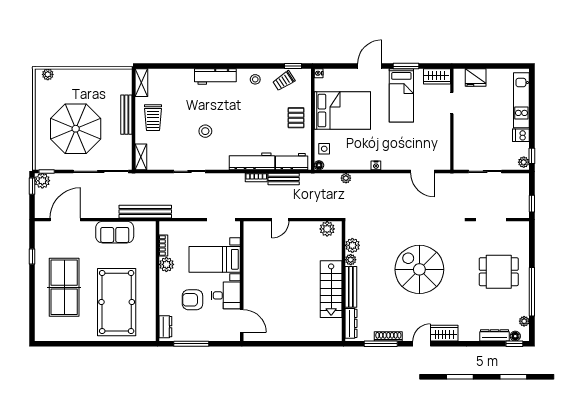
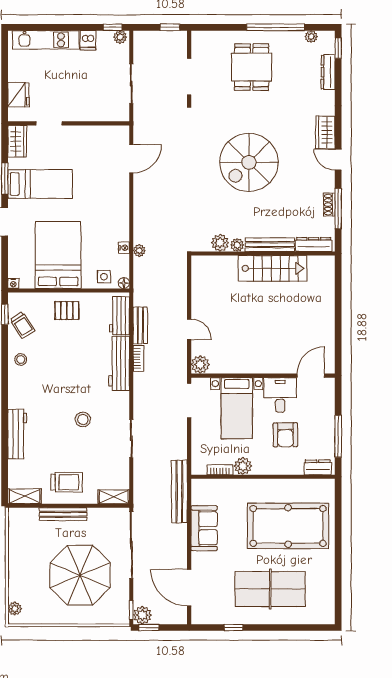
workbench: (215, 77) -> (17, 434), moved
nightstand: (376, 165) -> (124, 248), moved
plant: (327, 229) -> (200, 365), moved
shoe rack: (388, 336) -> (329, 205), width x0.70
floor lamp: (515, 336) -> (329, 47), removed

